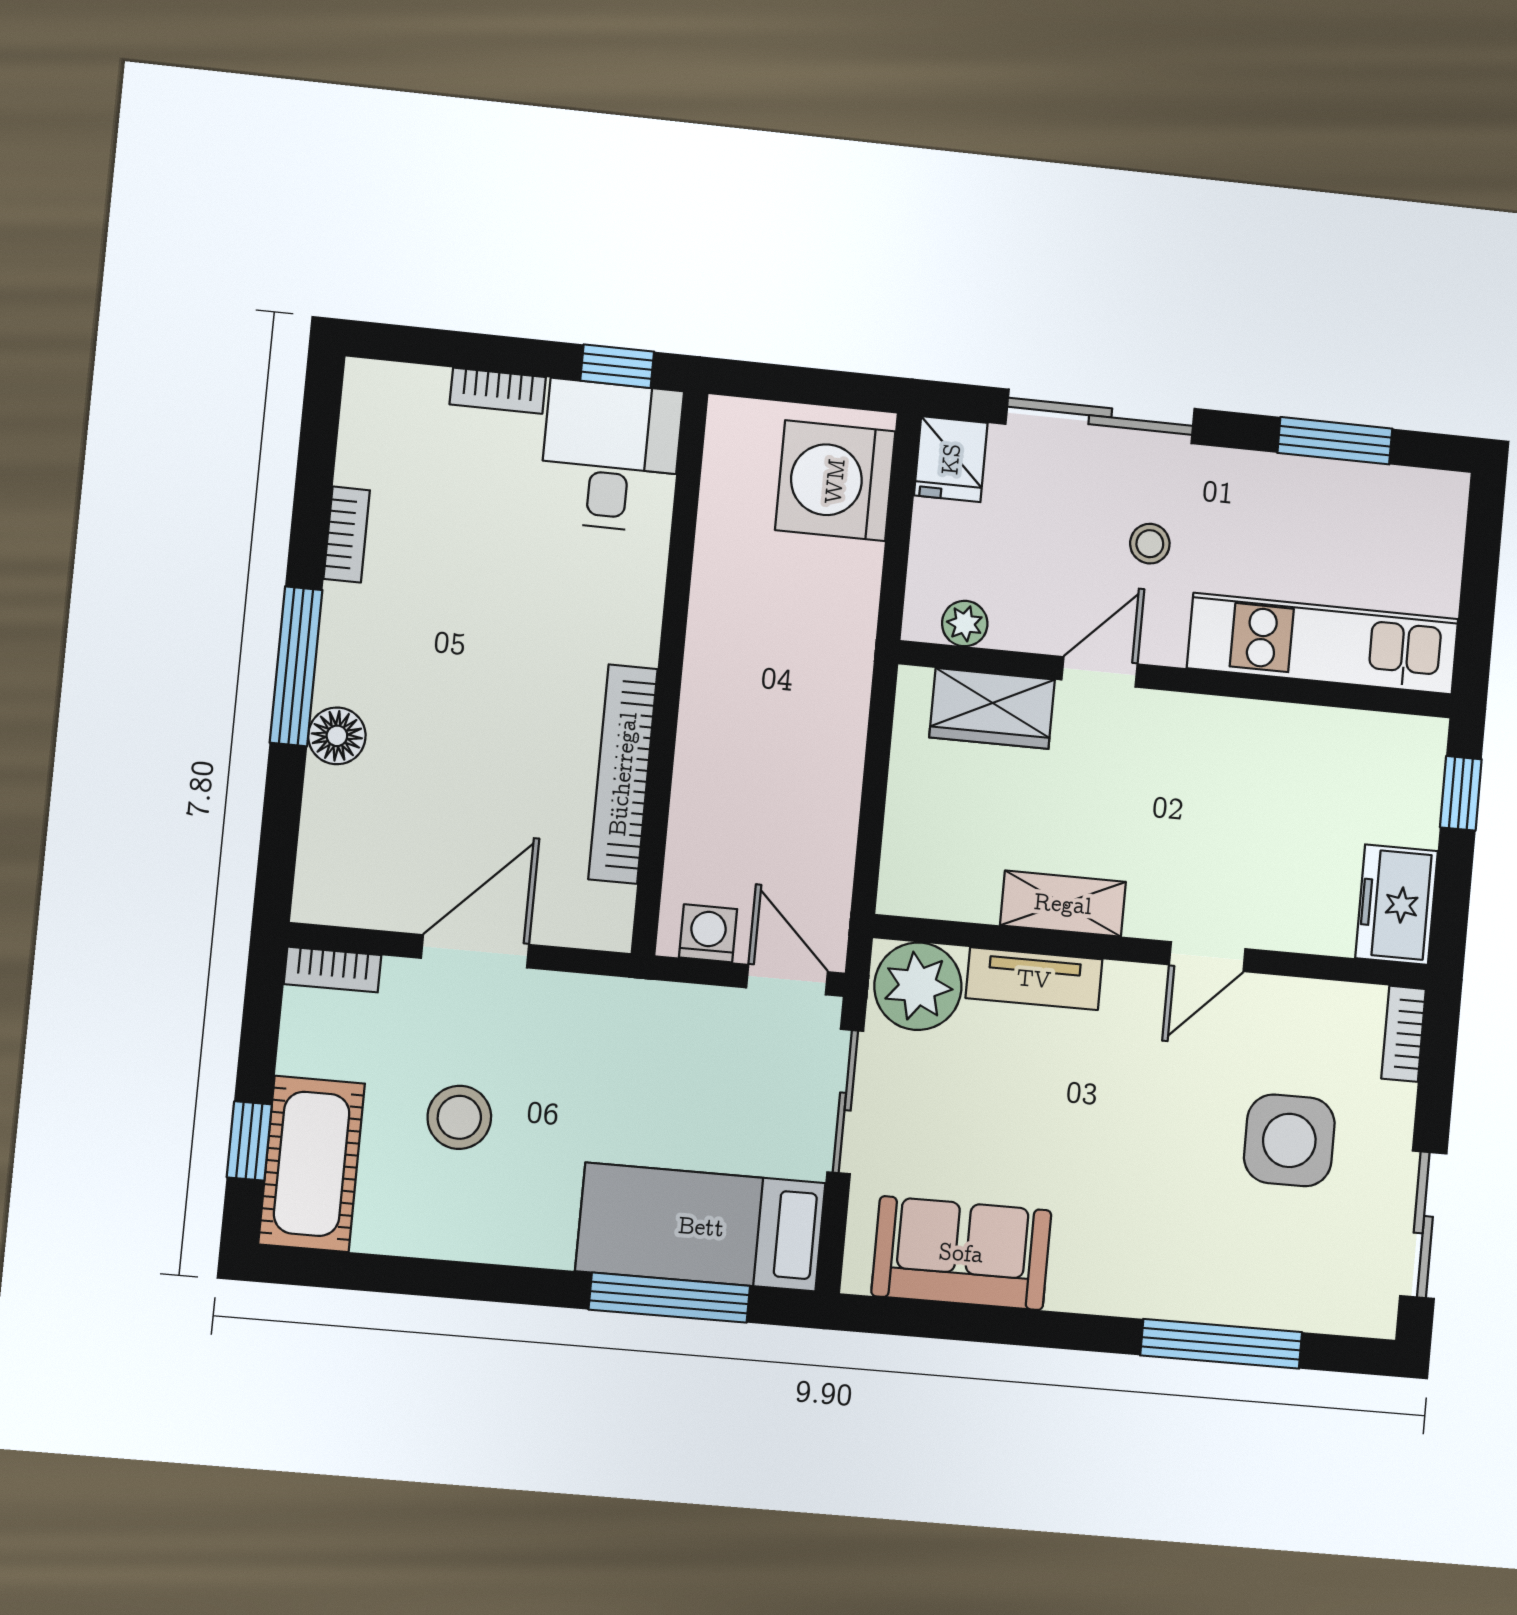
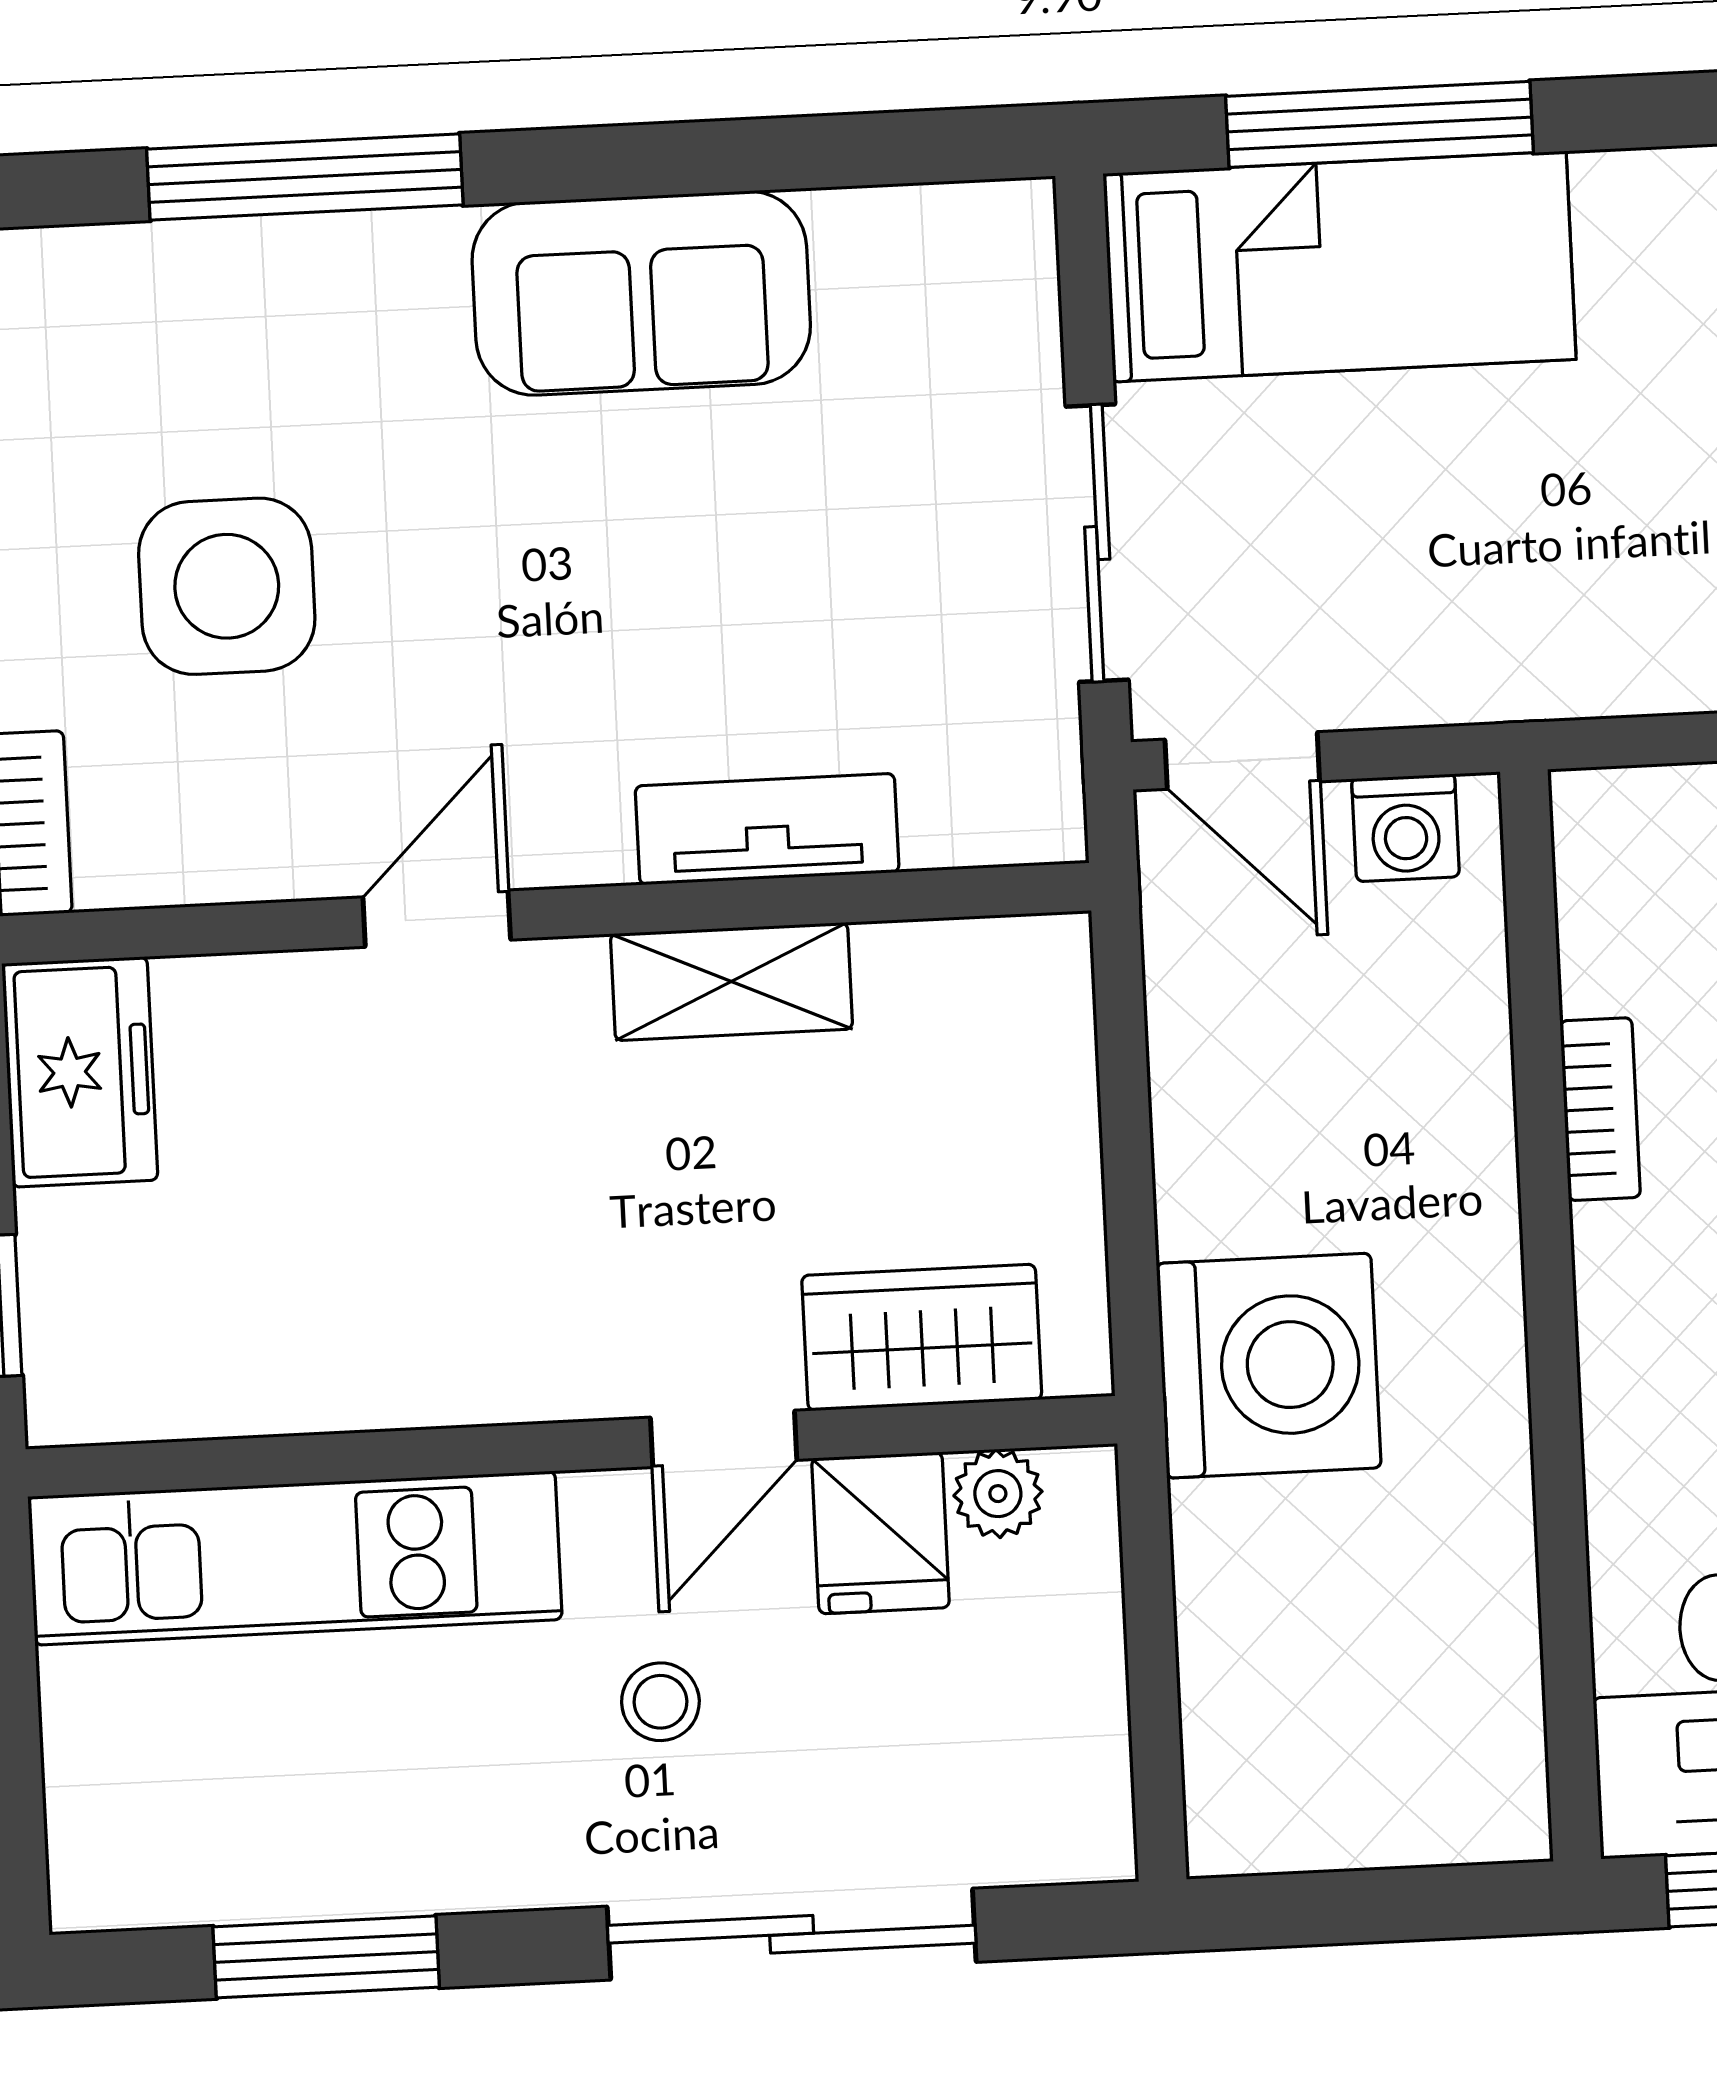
fridge: (951, 459) -> (881, 1533), moved, turned 180
washing machine: (835, 481) -> (1269, 1366), moved
bookcase: (623, 774) -> (1600, 1109), width x0.43, depth x0.76
plant: (918, 986) -> (989, 783), removed
sofa: (961, 1253) -> (641, 293), moved

